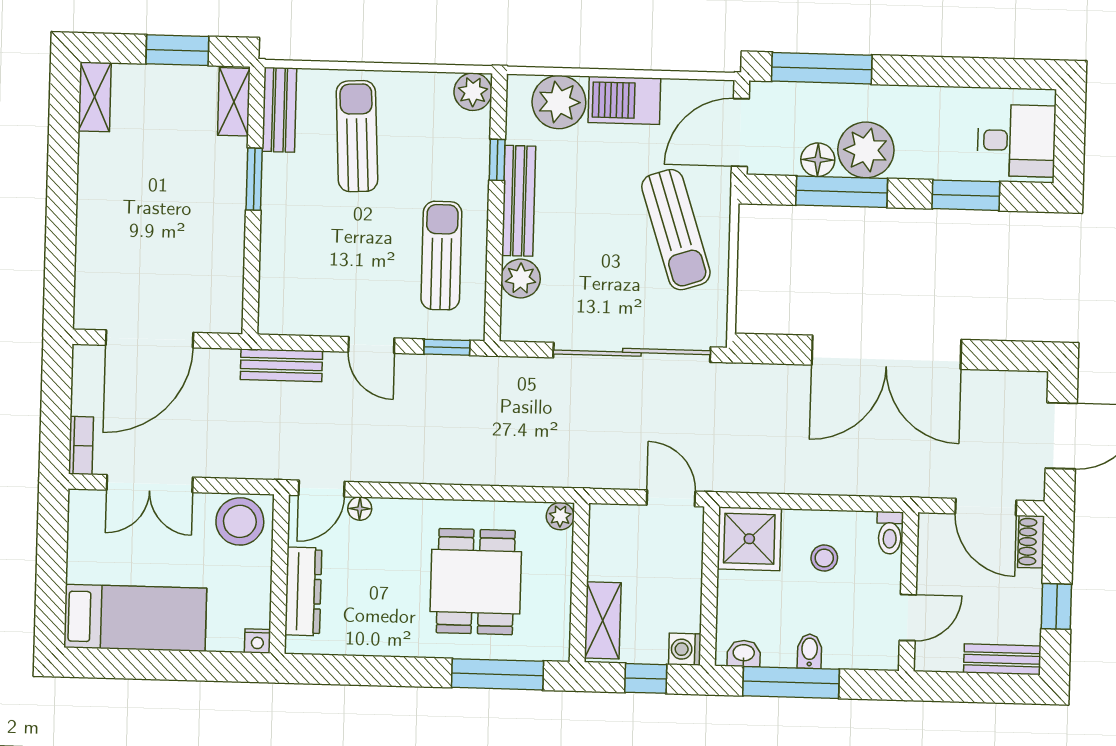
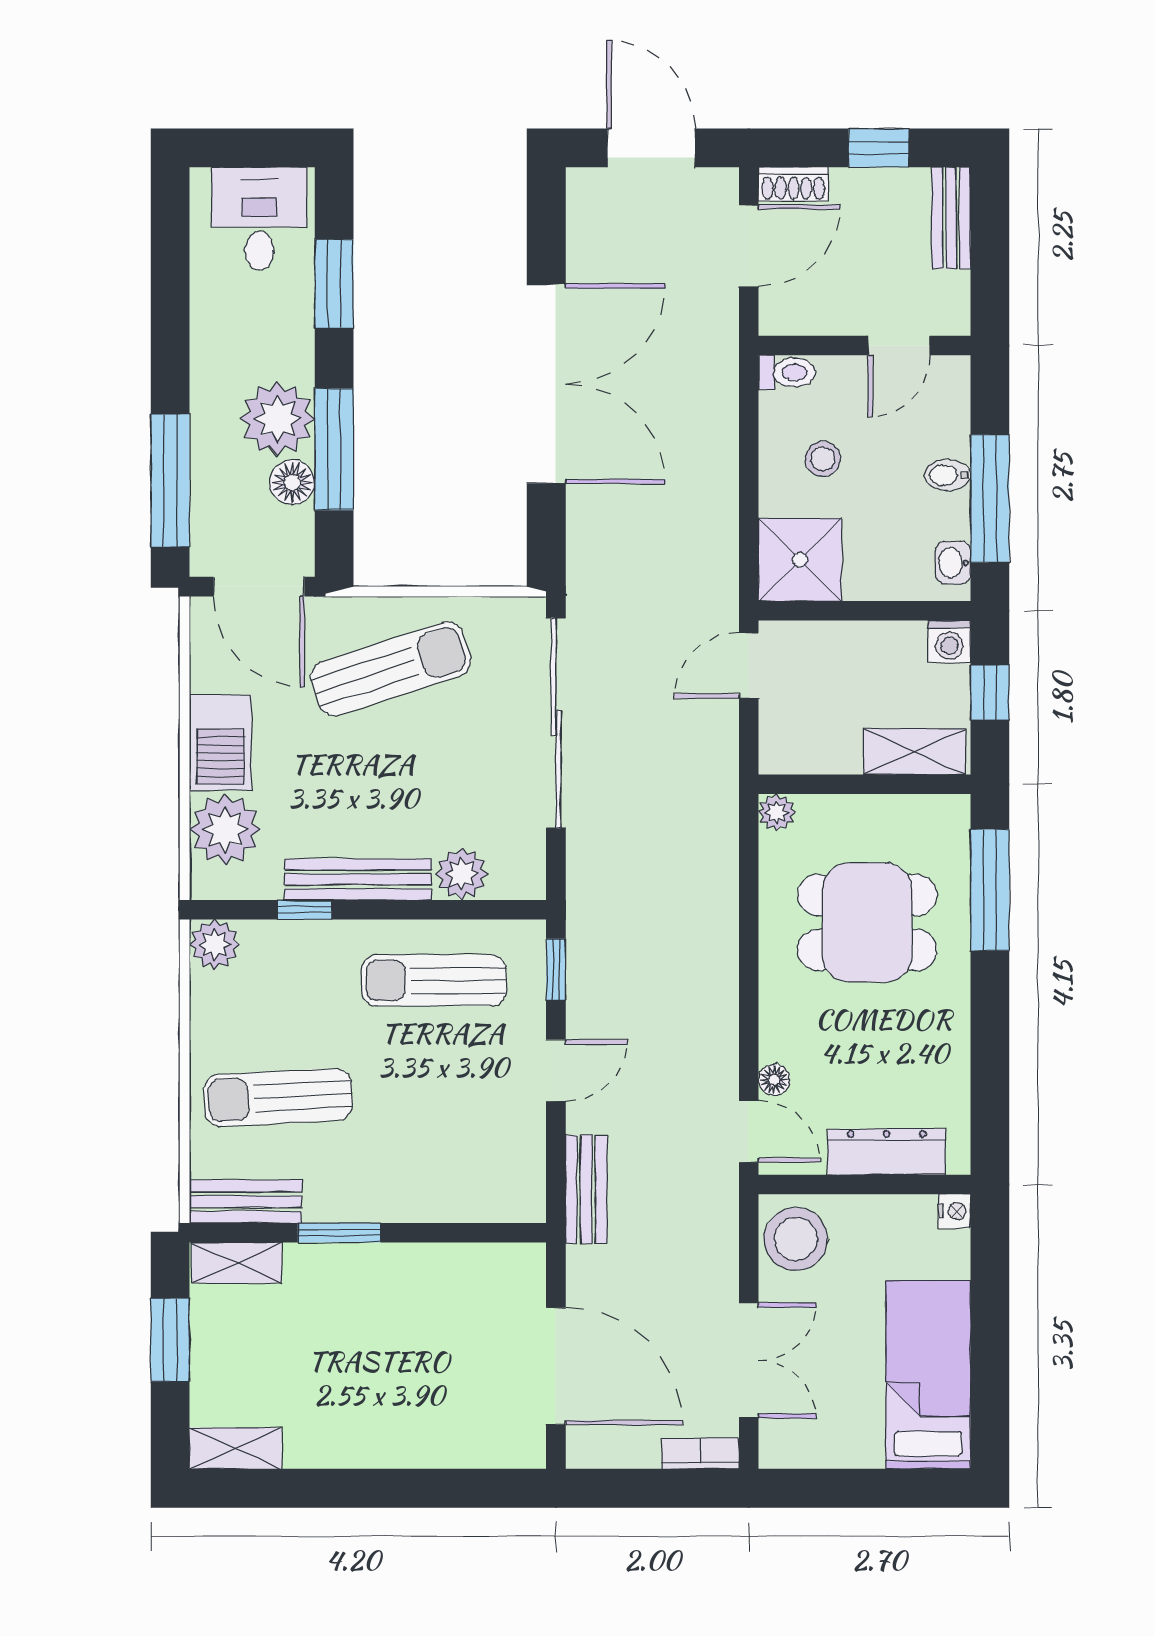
door: (908, 618) -> (899, 346), swing flipped

